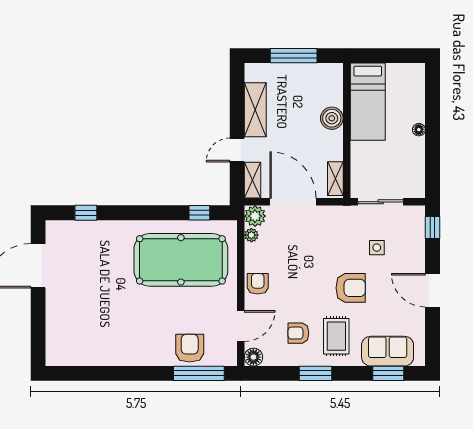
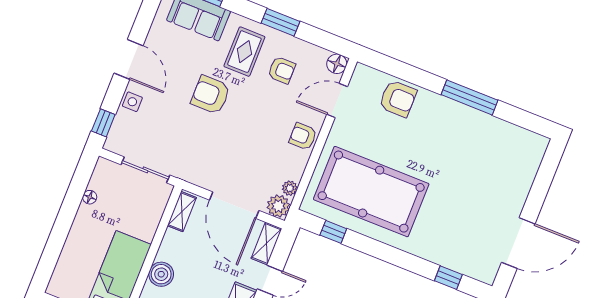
floor lamp: (419, 130) -> (90, 197), moved
side table: (377, 248) -> (132, 102), moved
armchair: (258, 284) -> (303, 136), turned 90
armchair: (190, 348) -> (398, 99), turned -90
window: (199, 373) -> (469, 97), moved

